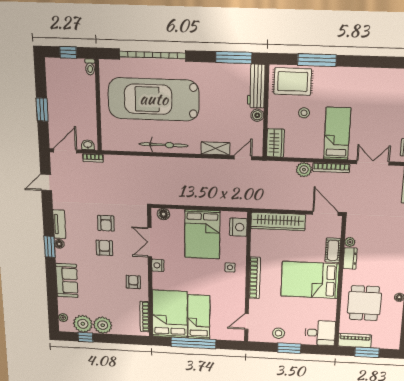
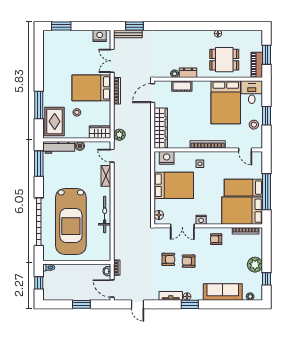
bed: (337, 134) -> (91, 88), width x1.50
plant: (304, 170) -> (119, 135), moved
sofa: (67, 280) -> (223, 292), width x1.36
bed: (310, 280) -> (226, 102), moved
plant: (83, 324) -> (255, 281), removed

